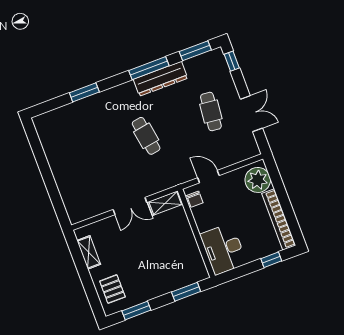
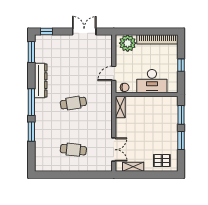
window: (149, 68) -> (31, 102), moved
cafe table: (211, 112) -> (73, 150), moved
double door: (130, 206) -> (114, 150), moved
desk: (223, 249) -> (152, 81), moved
window: (271, 260) -> (181, 65), moved
window: (136, 310) -> (181, 140), moved

